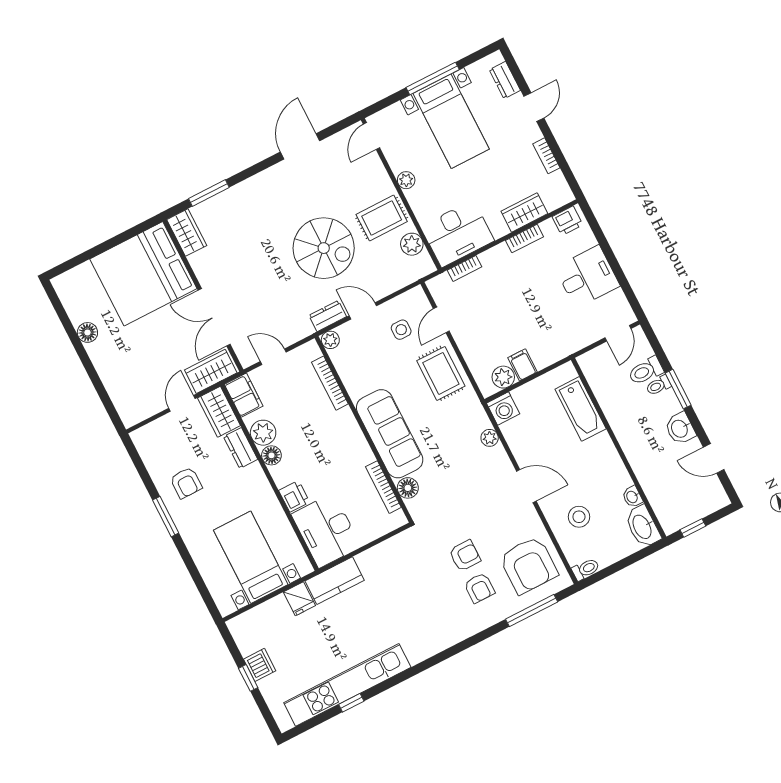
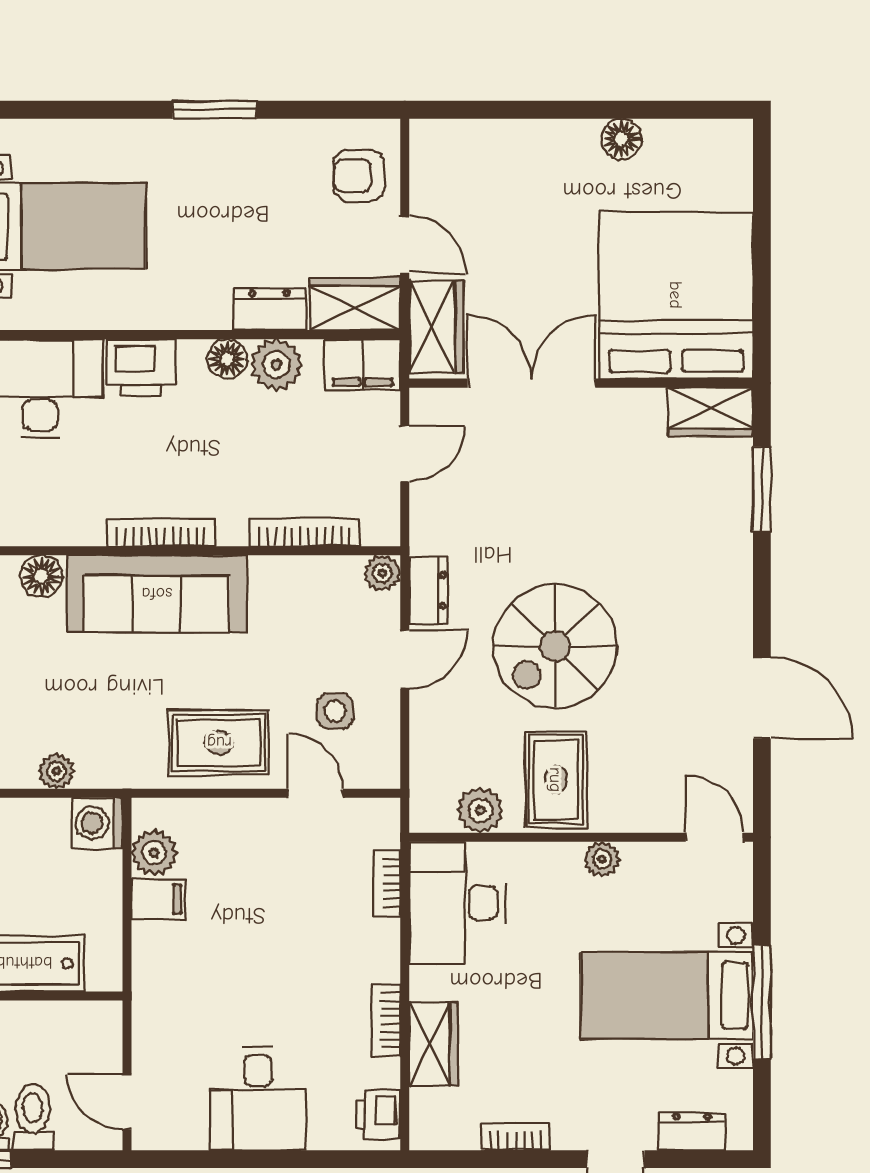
armchair: (186, 483) -> (359, 176), moved
bookcase: (383, 487) -> (161, 533), moved
printer: (294, 496) -> (141, 368), width x1.36, depth x1.24

